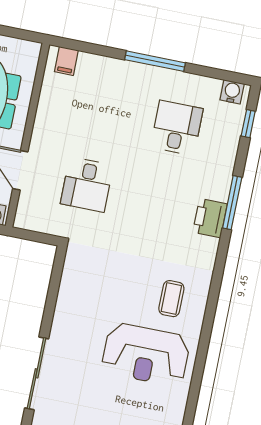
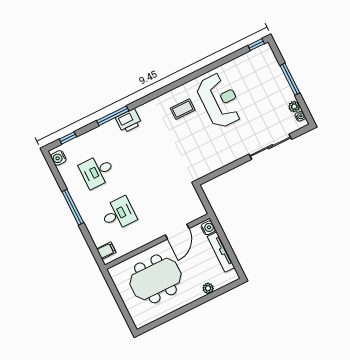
desk: (87, 184) -> (118, 214), moved

